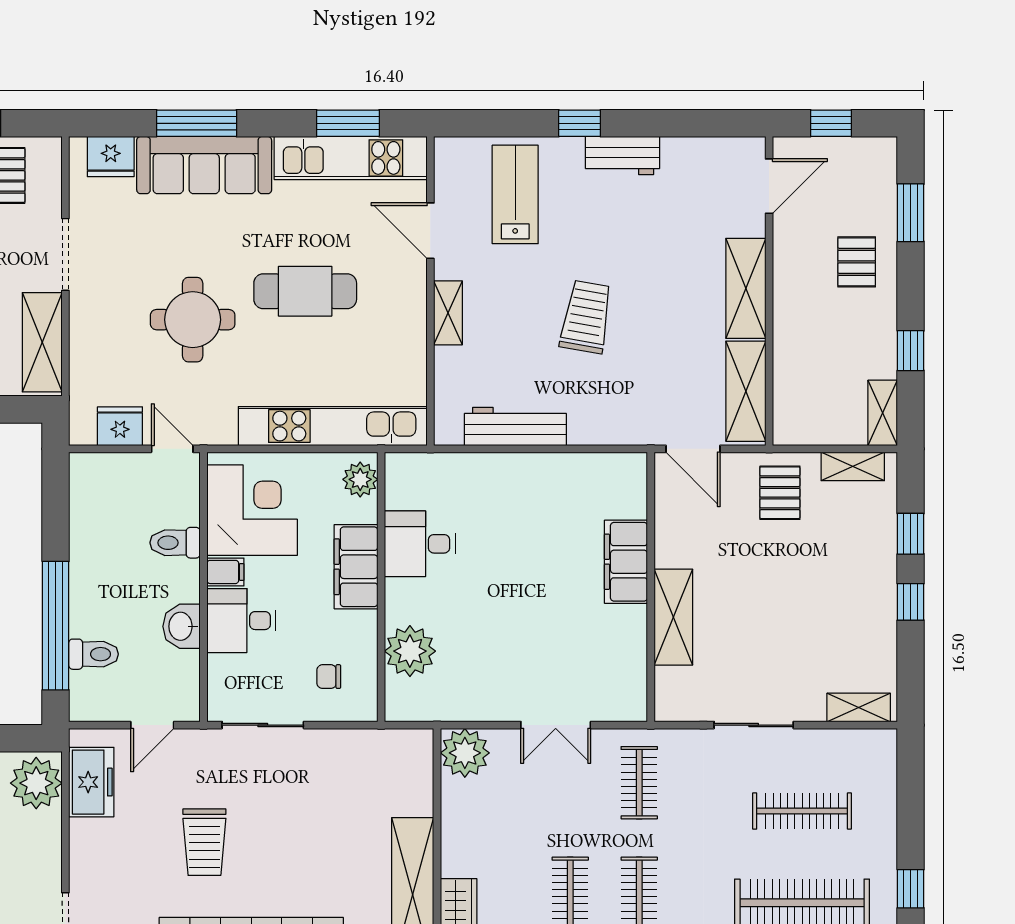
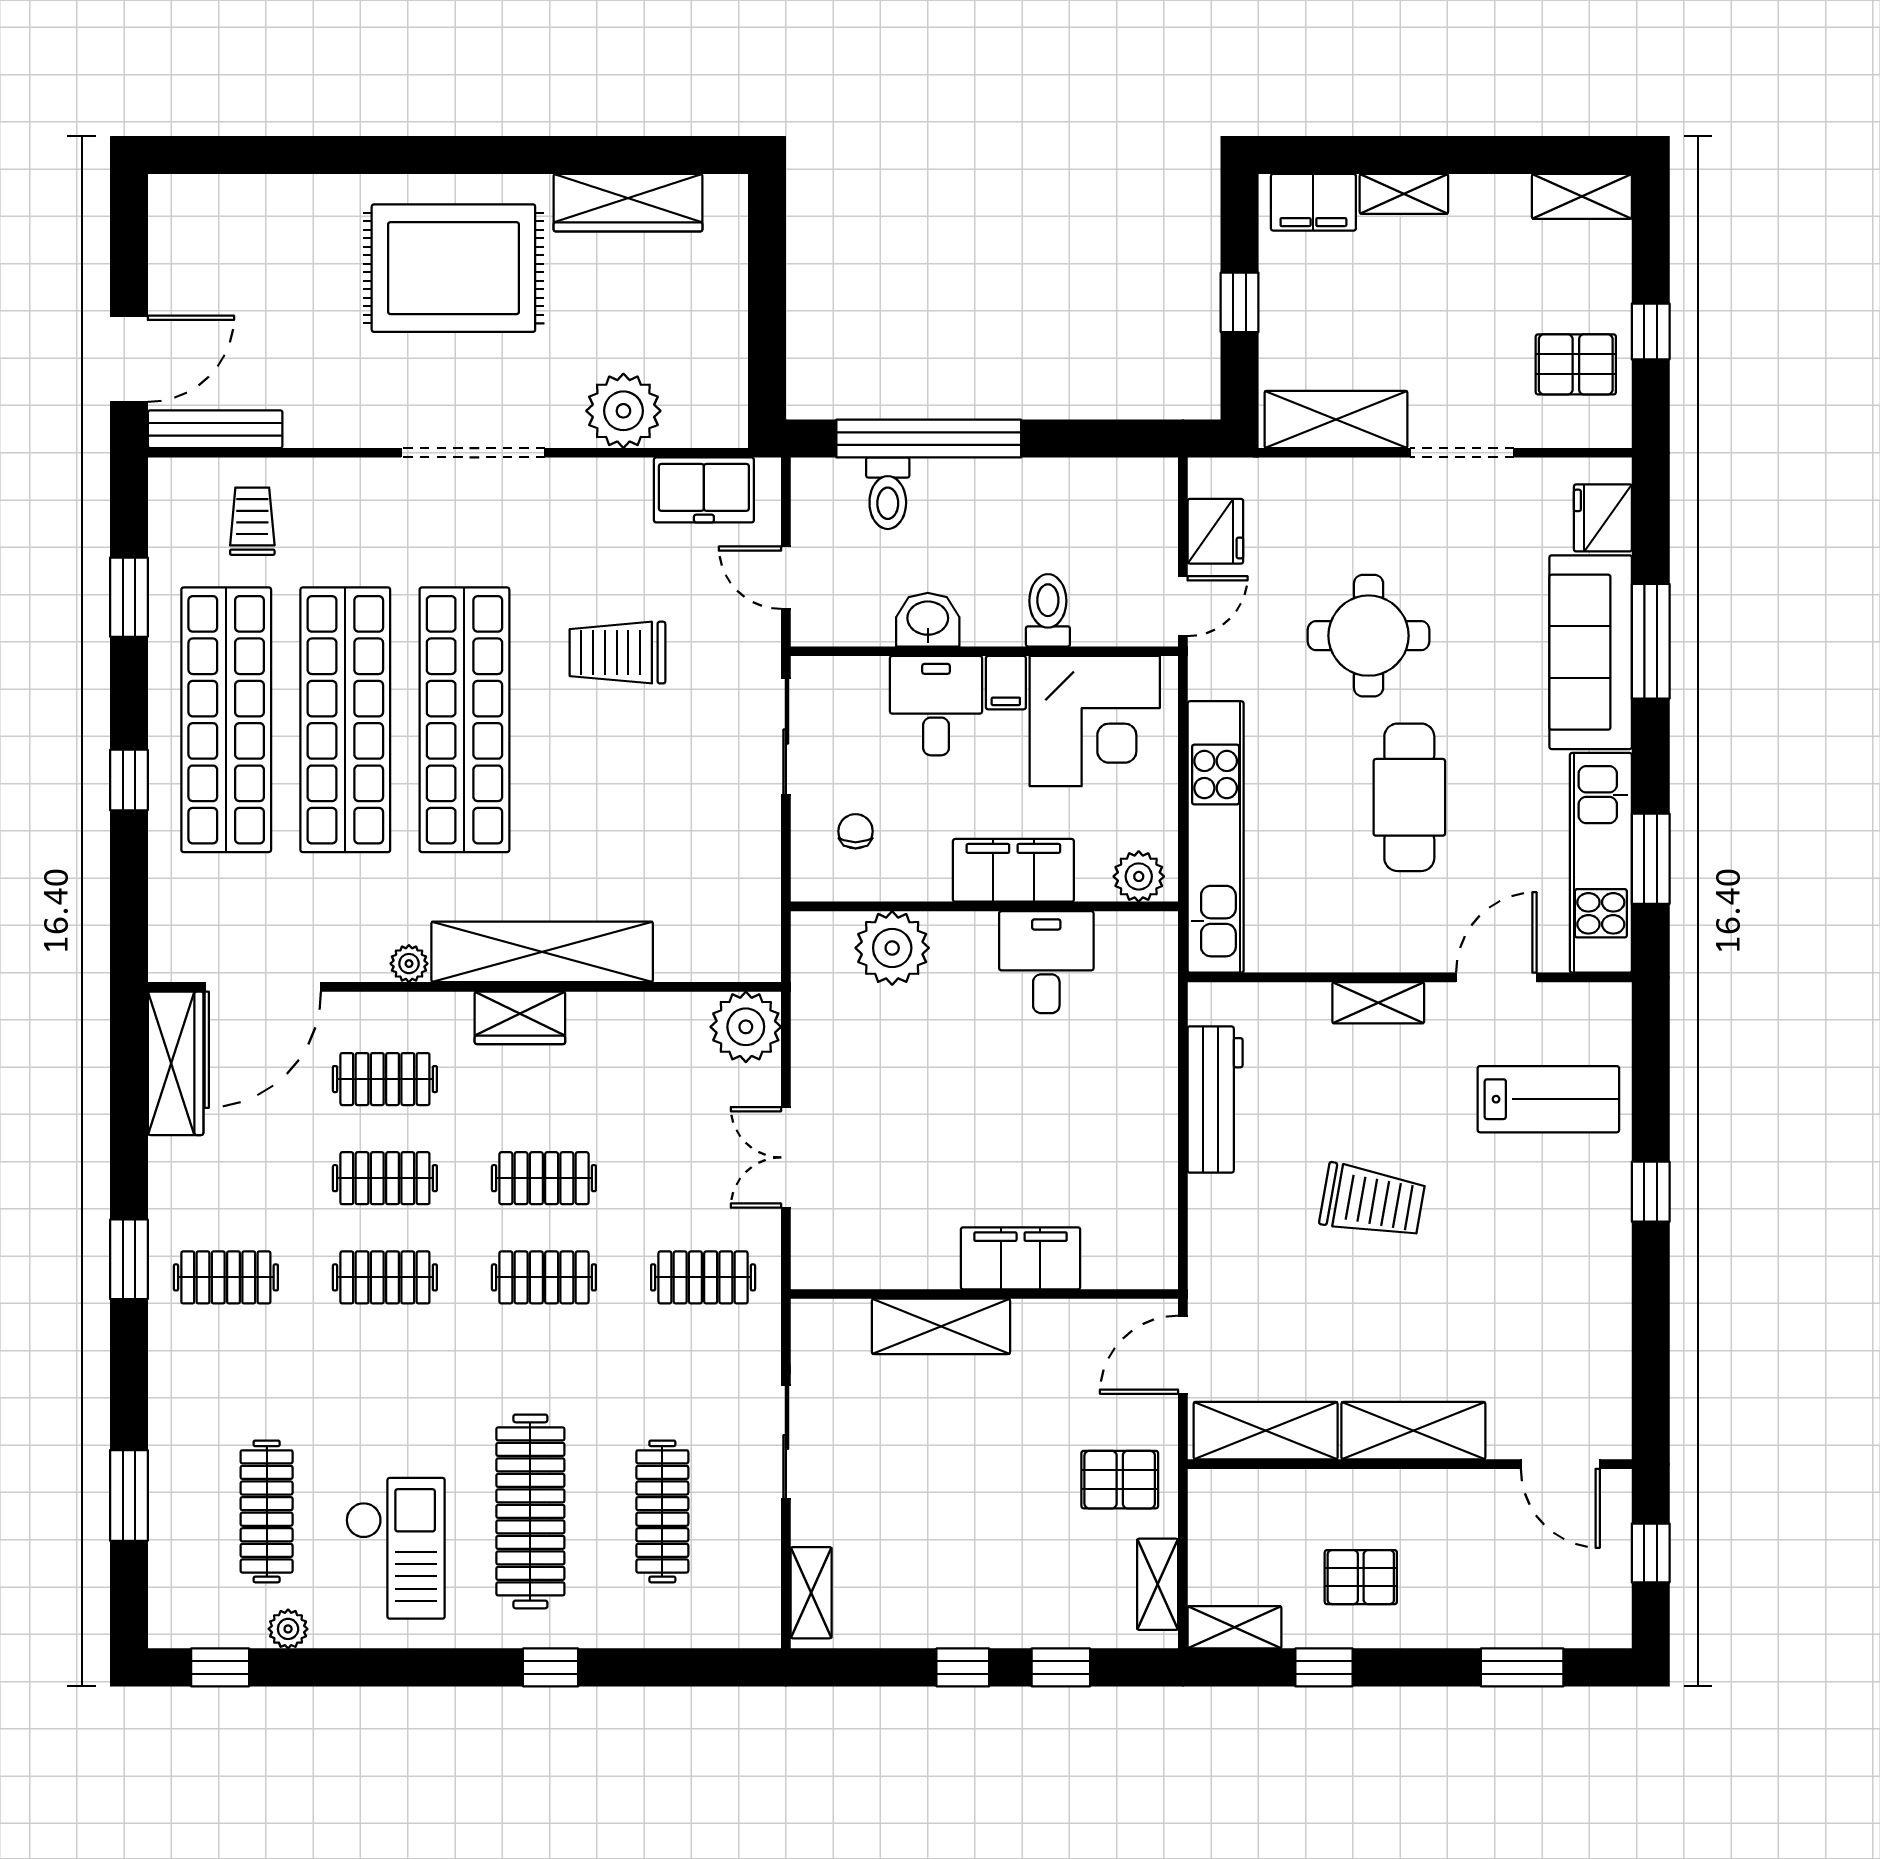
workbench: (622, 156) -> (1604, 1253), removed
pallet: (857, 262) -> (1361, 1577), moved
plant: (36, 783) -> (623, 411), moved

